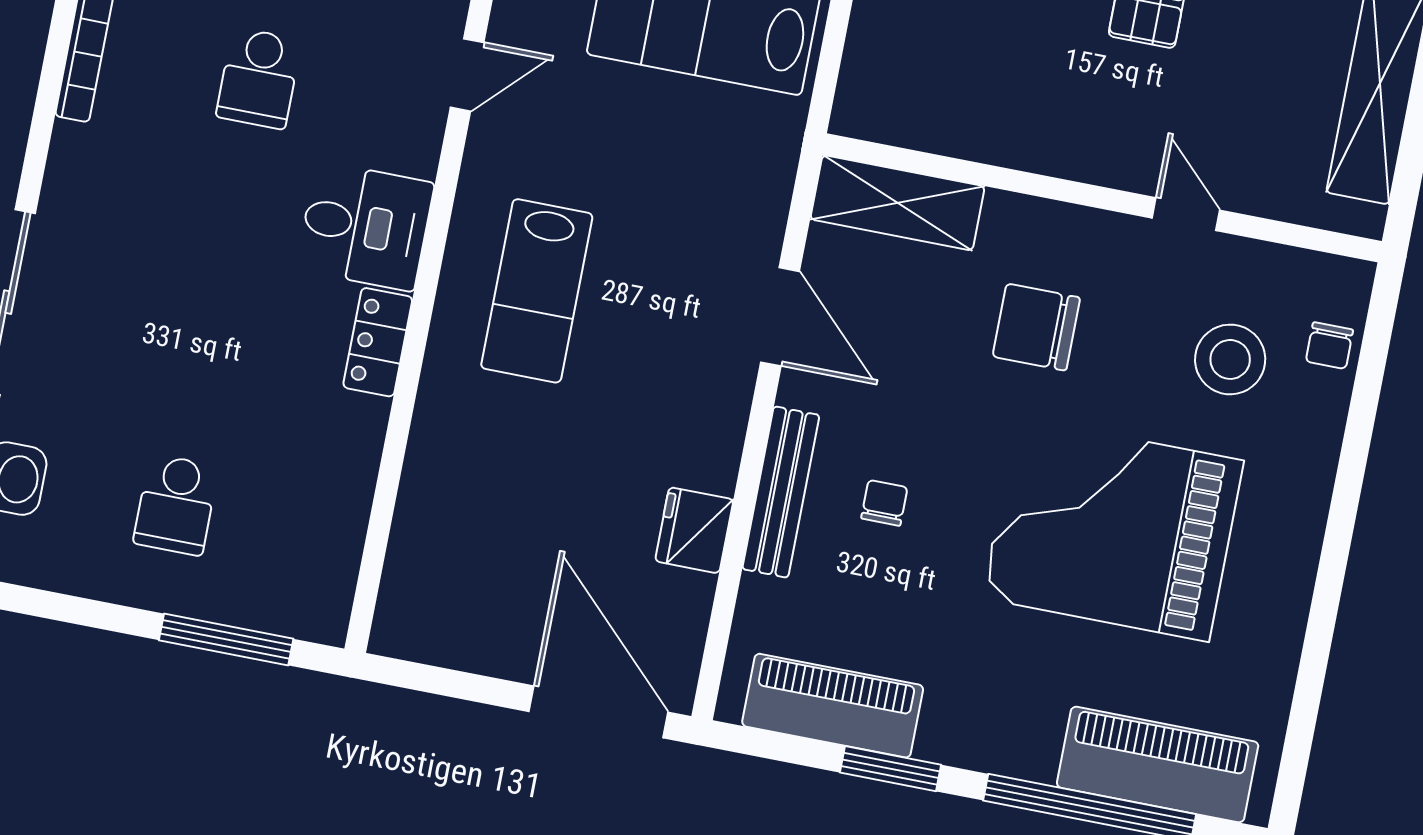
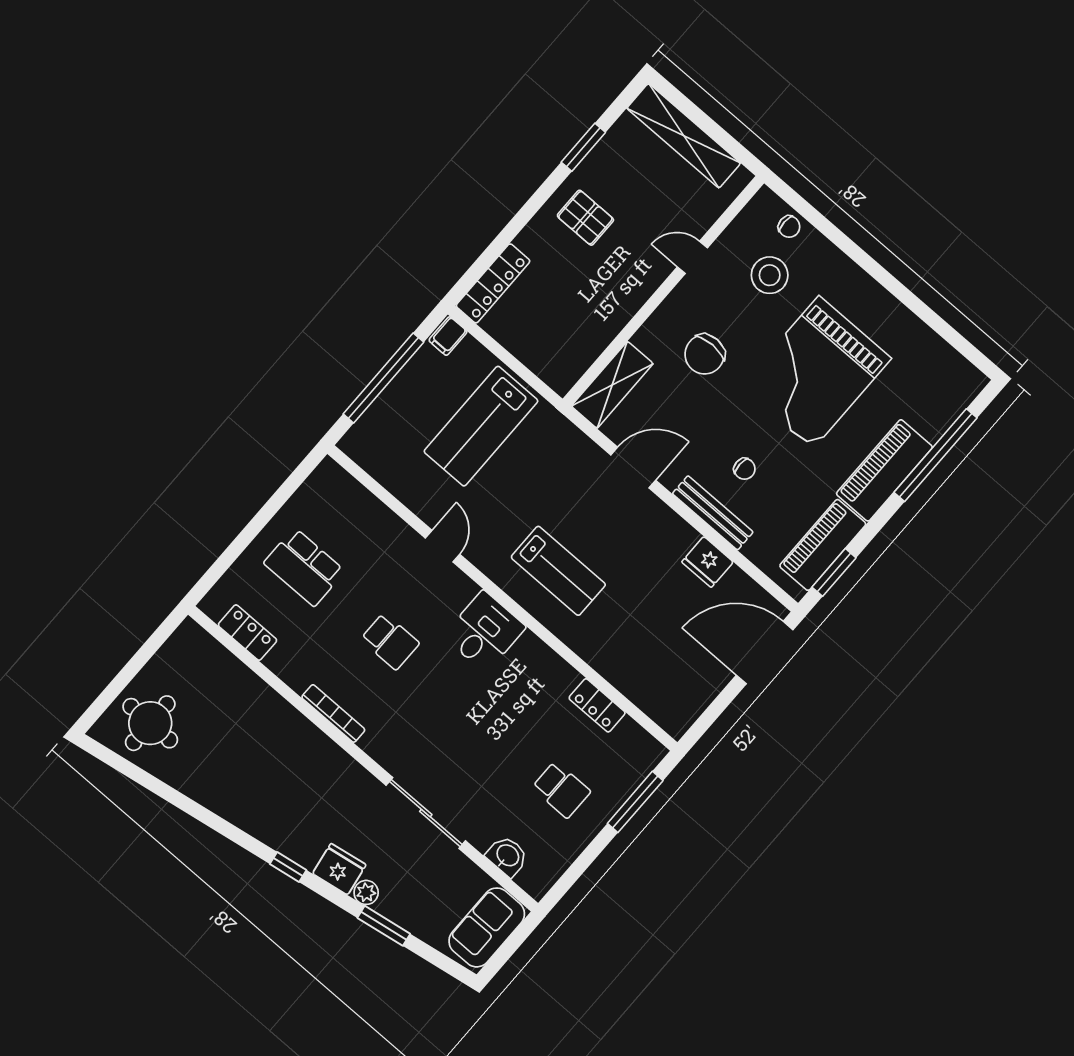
locker: (378, 342) -> (597, 705), moved
chair: (884, 503) -> (745, 469), turned 180
piano: (1158, 765) -> (884, 470), moved
window: (890, 769) -> (834, 572), moved

